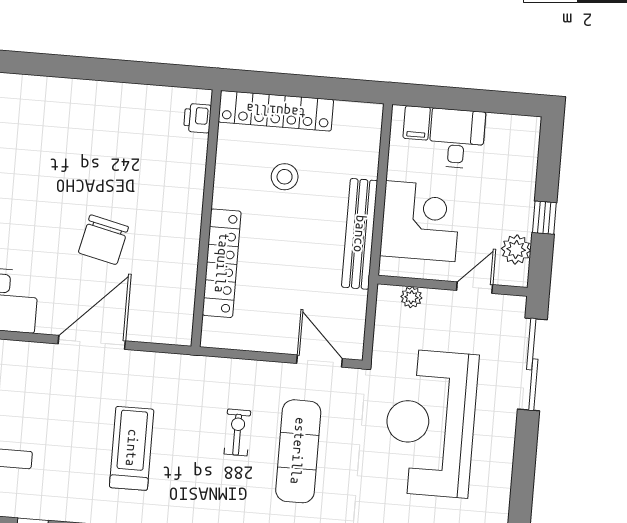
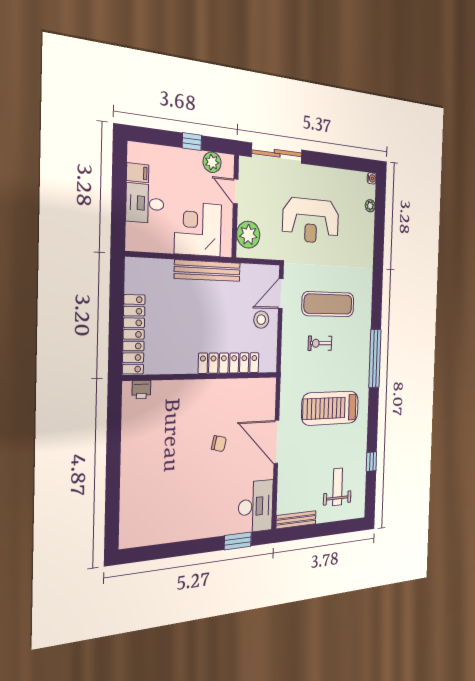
filing cabinet: (417, 123) -> (138, 173), moved
stool: (285, 177) -> (261, 320), moved
chair: (103, 240) -> (219, 444), width x0.54, depth x0.54
plant: (411, 297) -> (248, 235), width x1.87, depth x1.87
reception desk: (430, 423) -> (311, 221), width x0.74, depth x0.77
treadmill: (132, 448) -> (330, 408), width x1.37, depth x1.38

